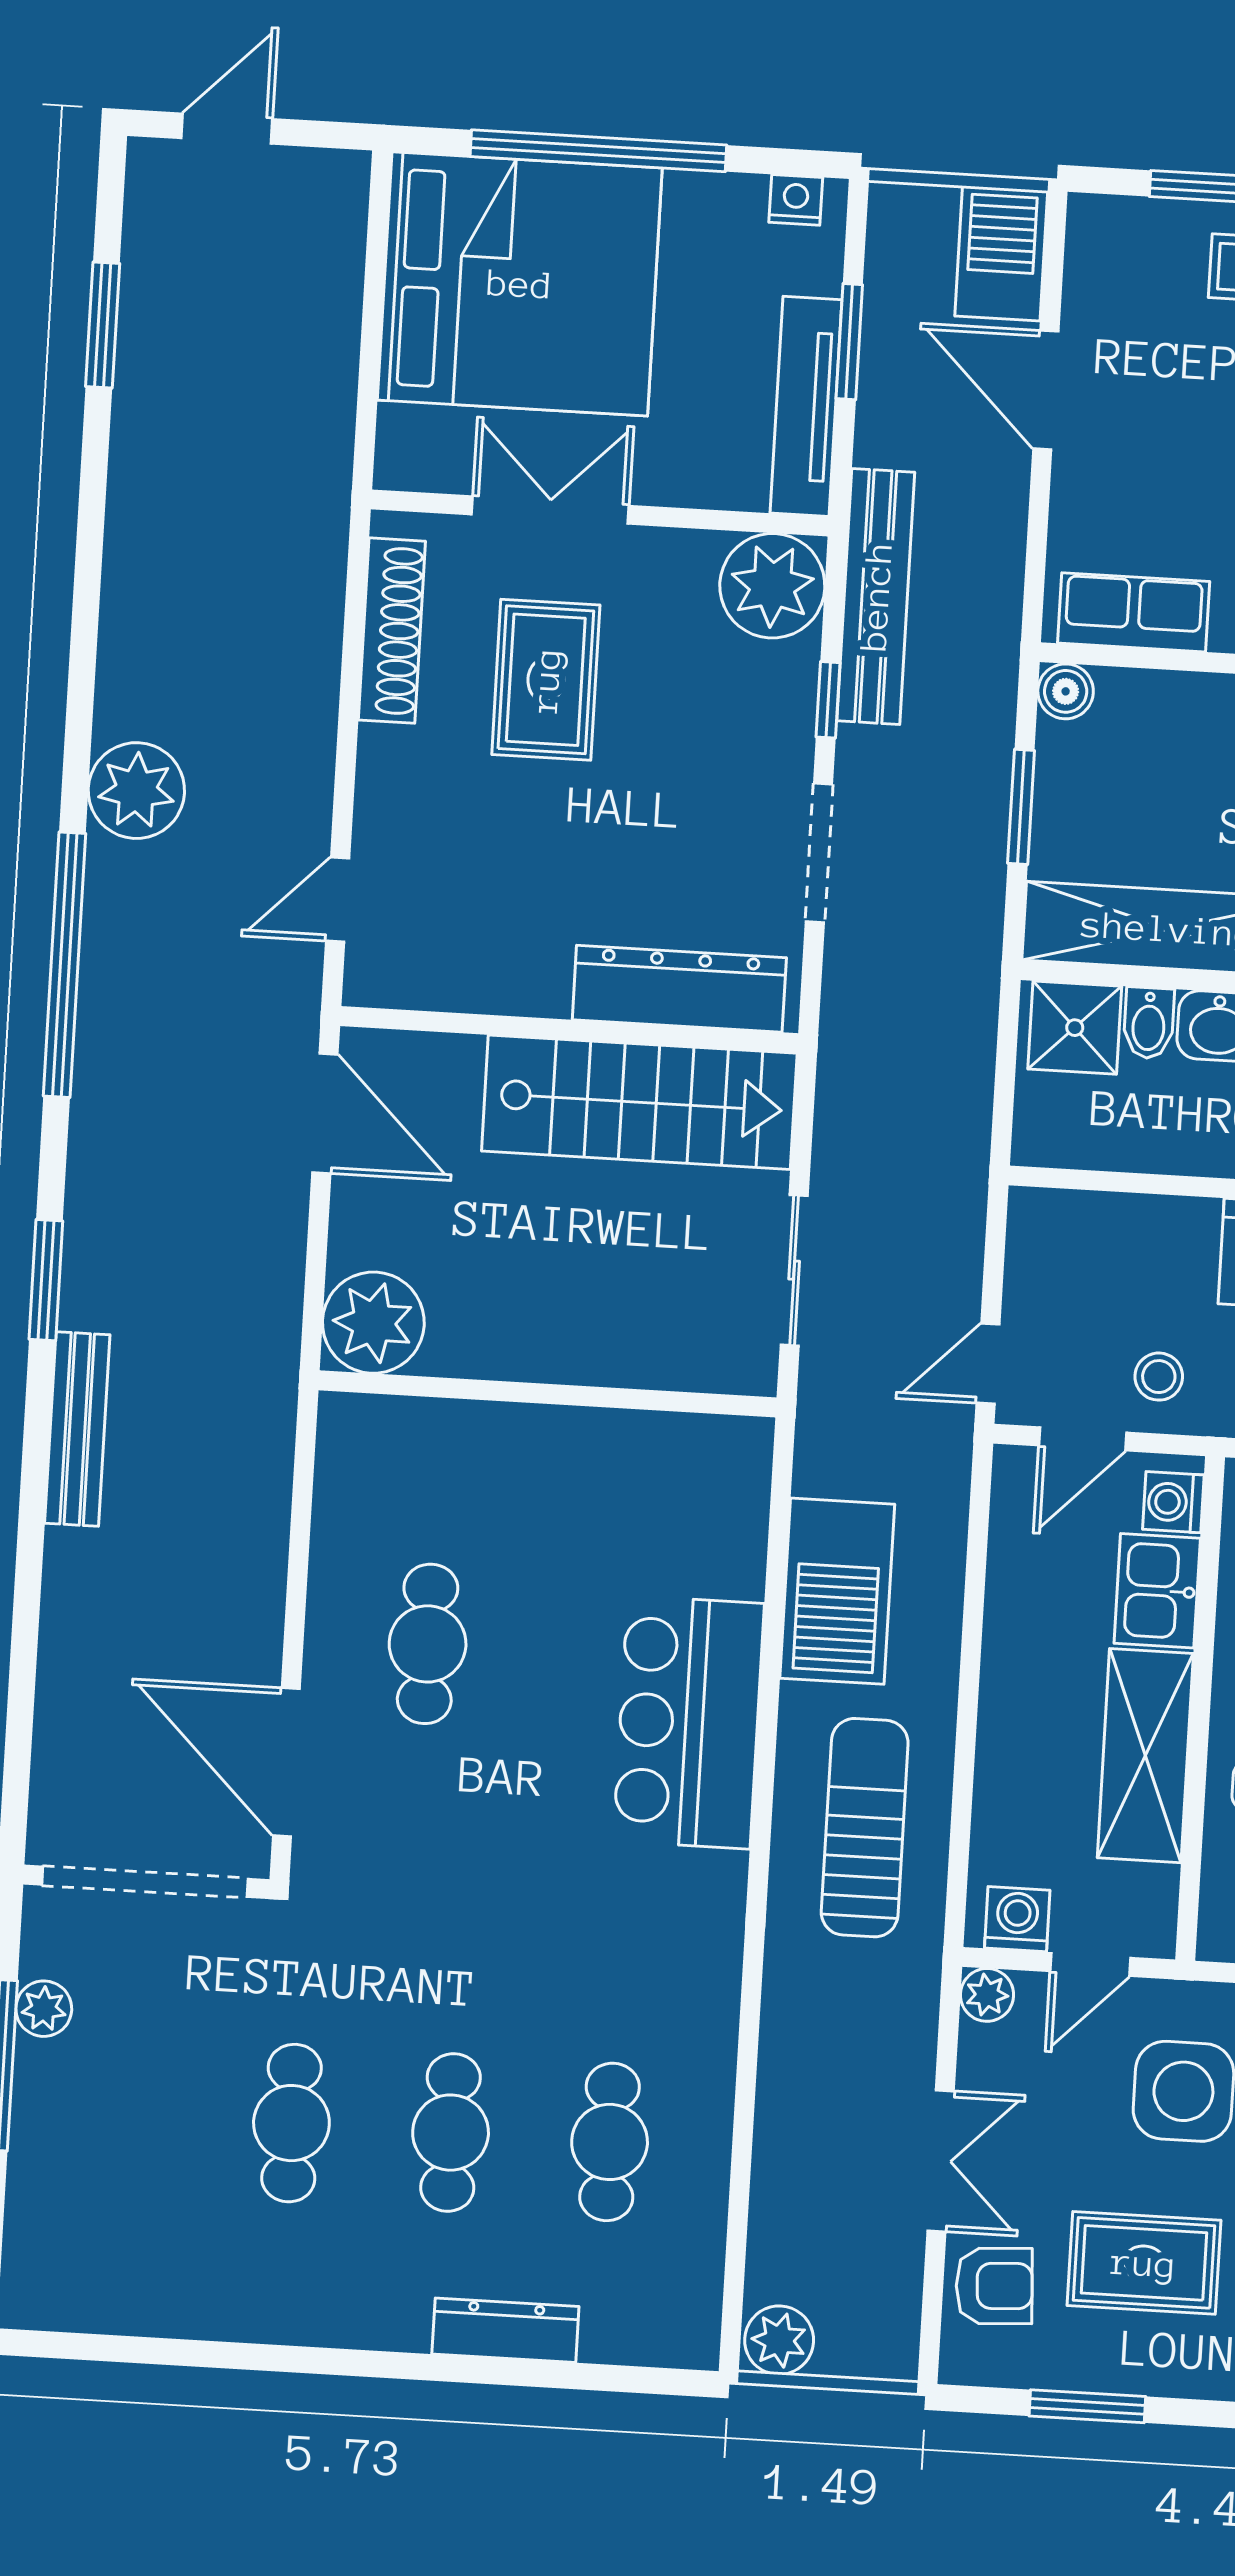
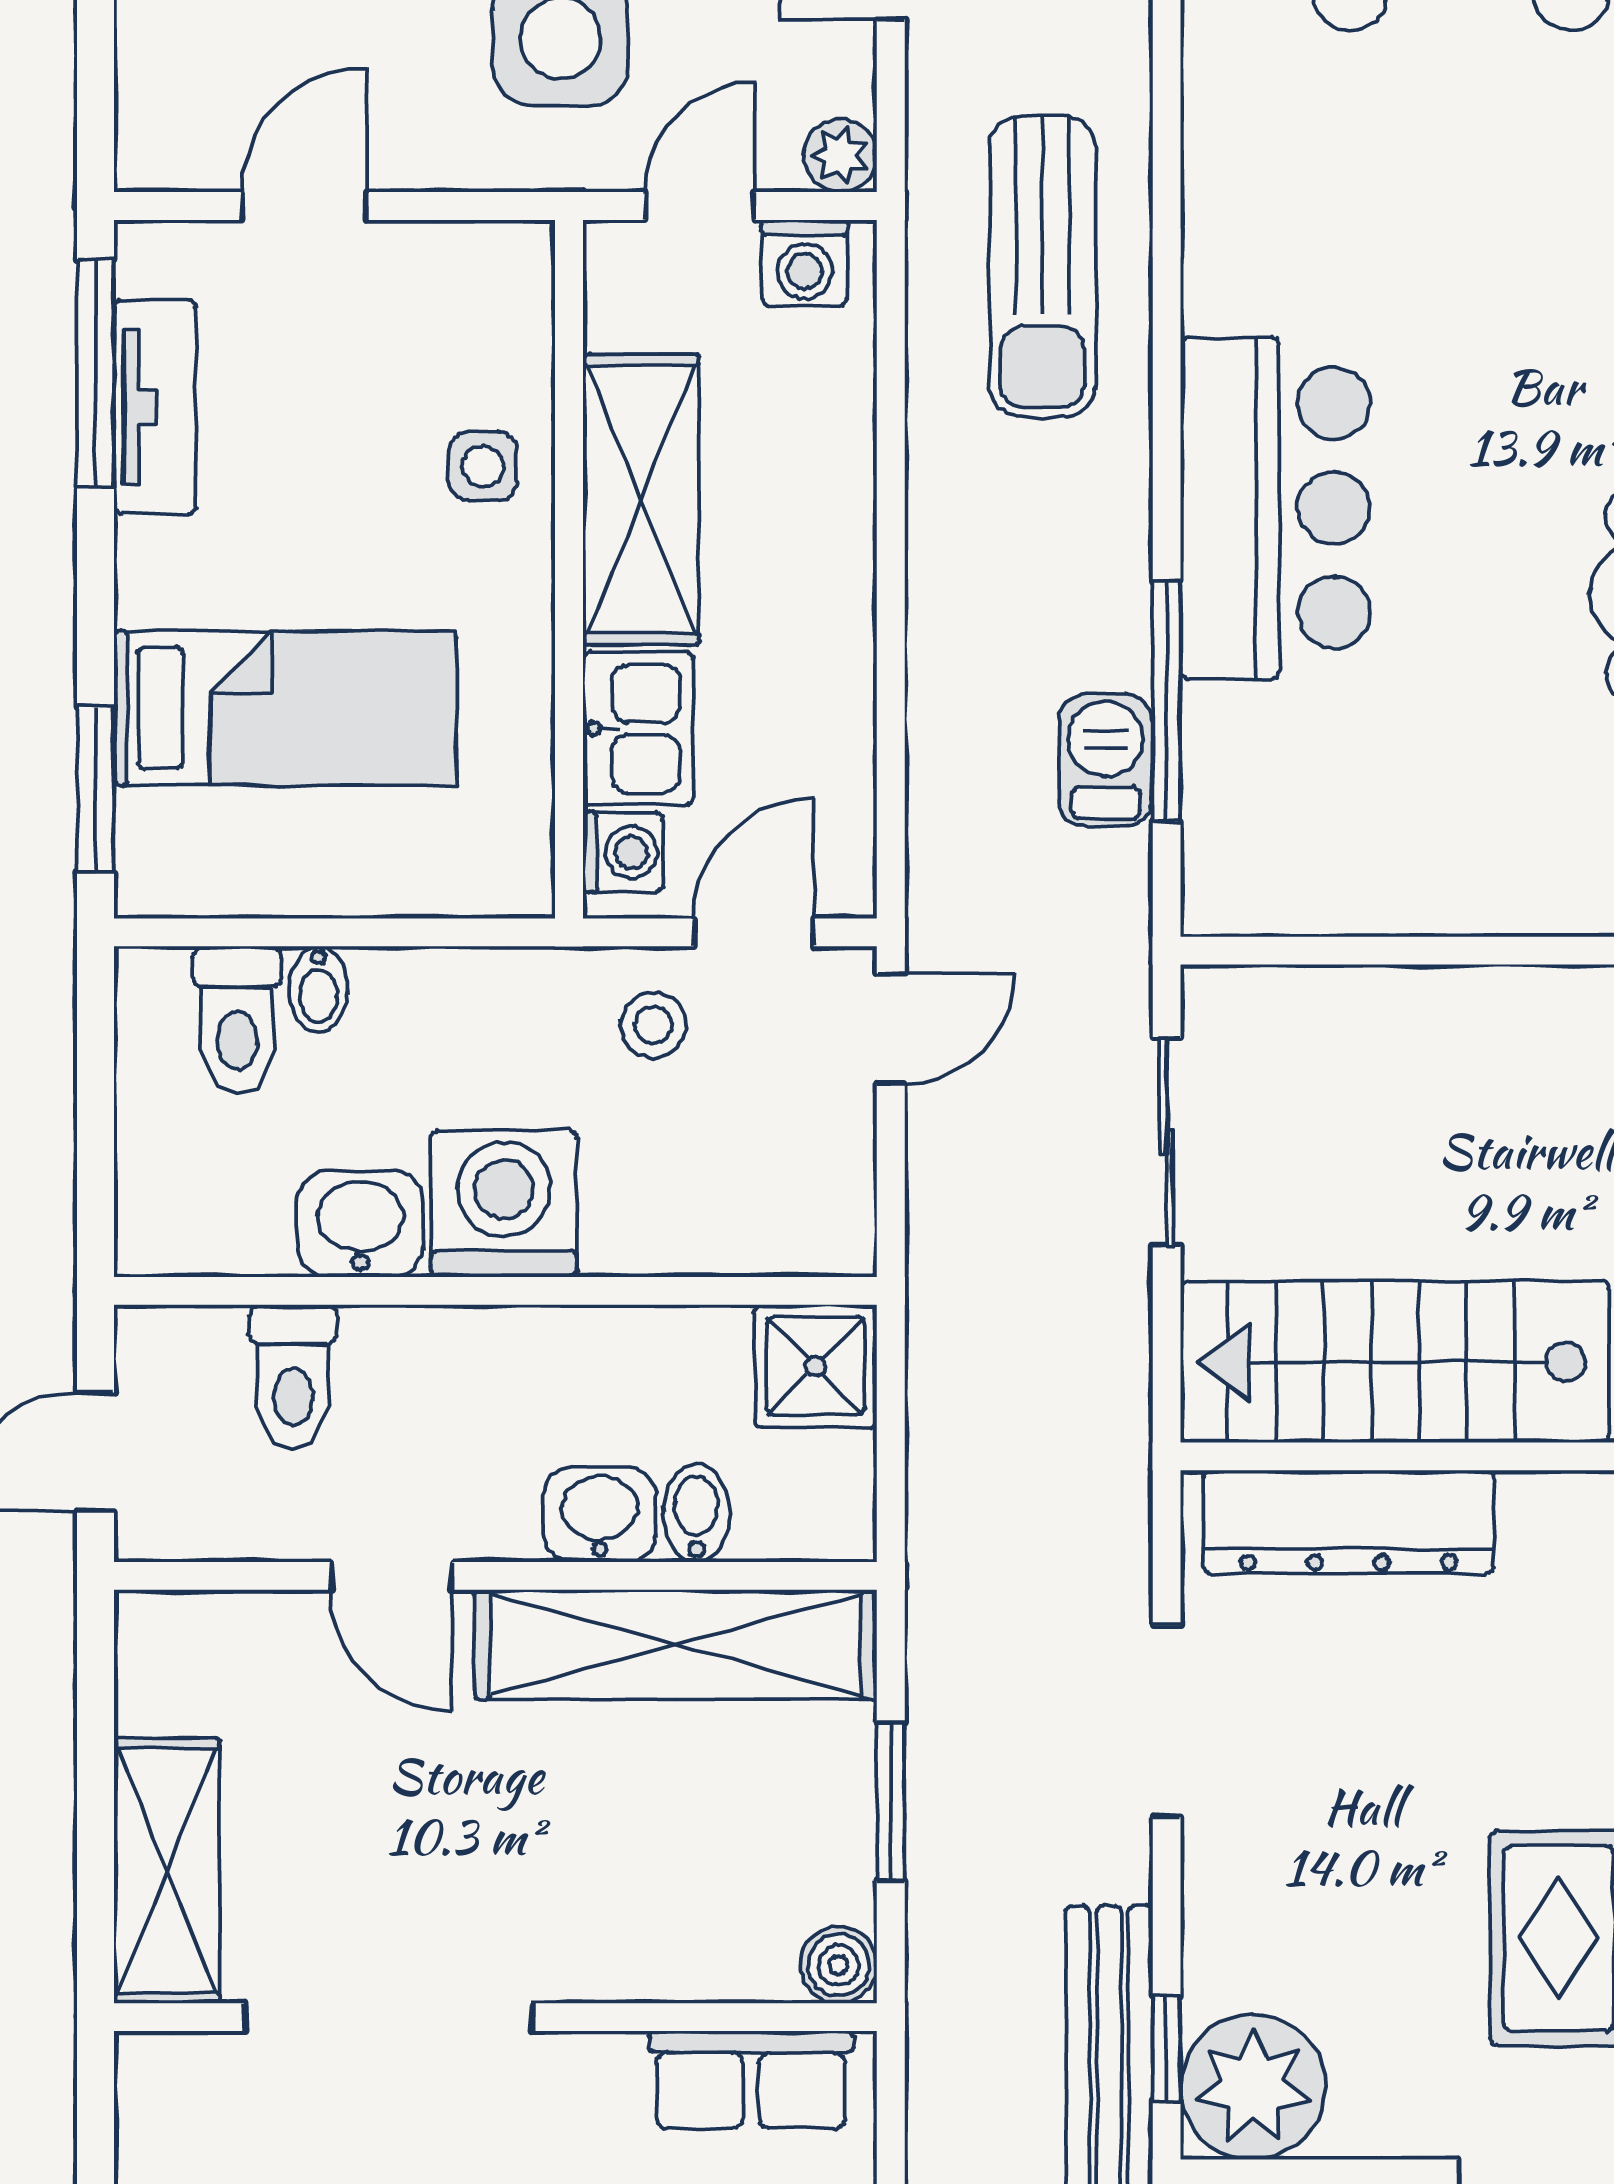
window: (828, 700) -> (1167, 2048), moved
shower: (1075, 1028) -> (816, 1366), moved
window: (775, 1588) -> (1167, 701), added
barbecue: (837, 1591) -> (1106, 760), width x0.53, depth x0.65
sun lounger: (865, 1828) -> (1043, 266), moved

